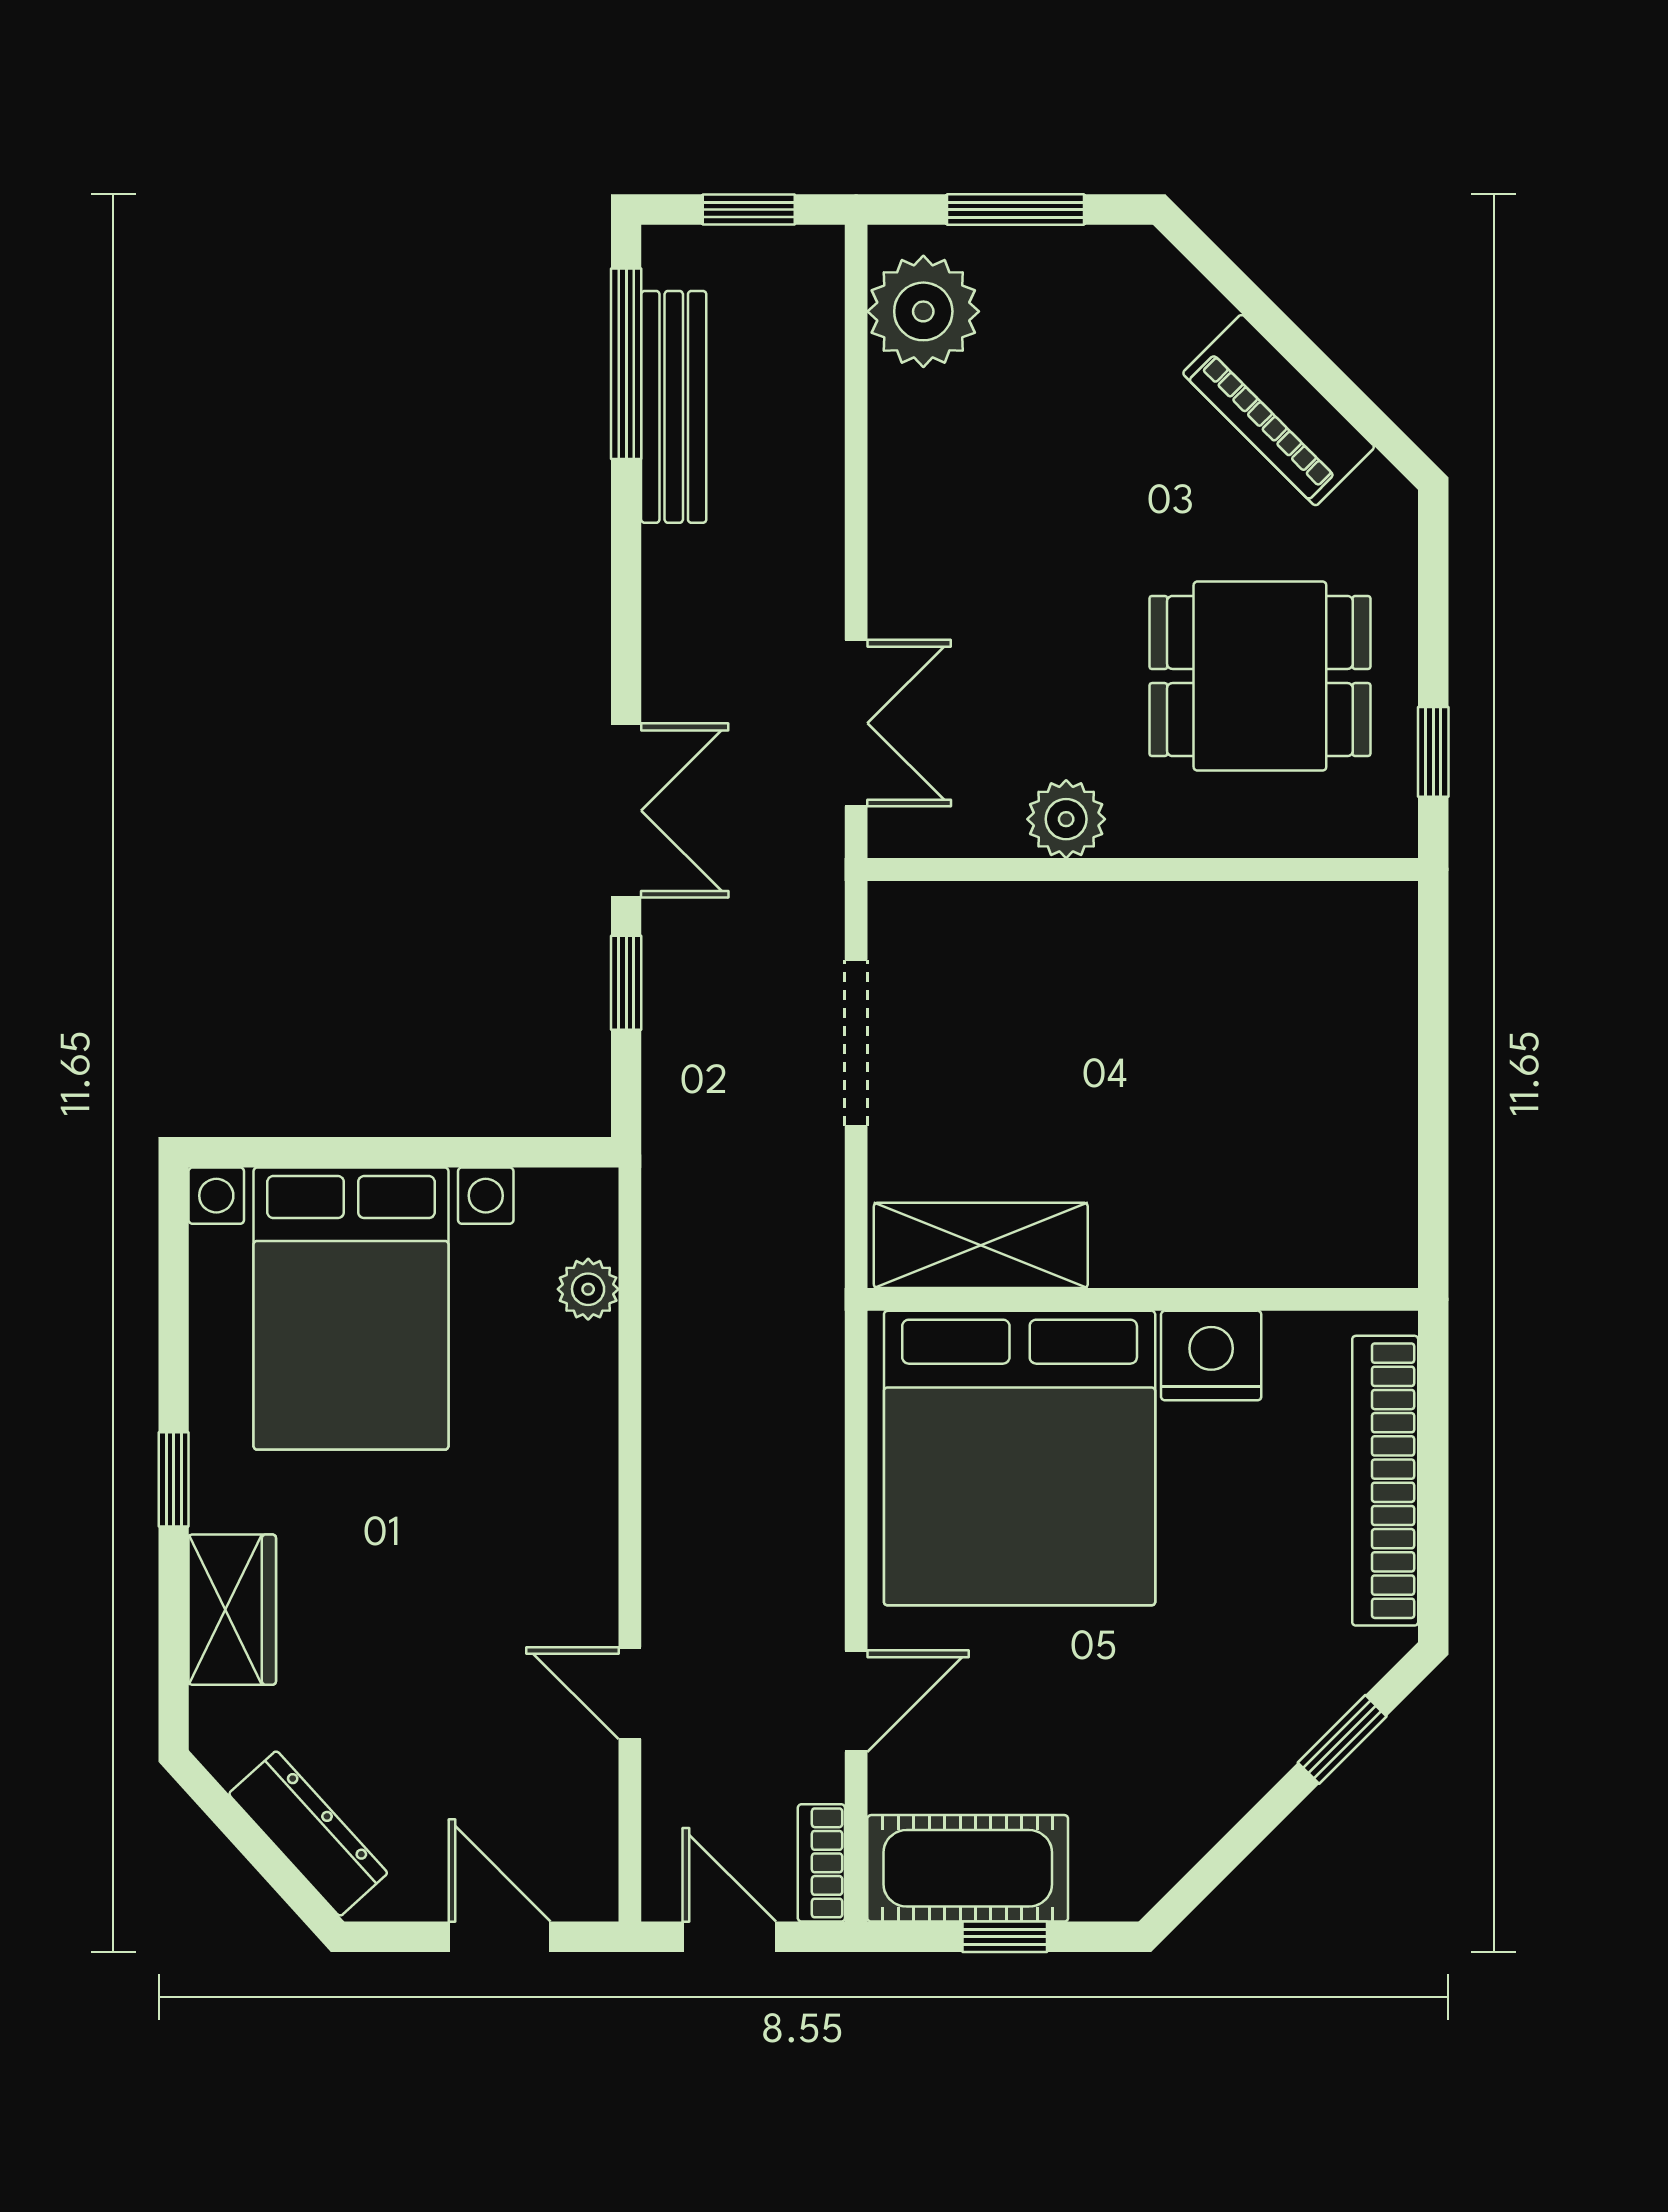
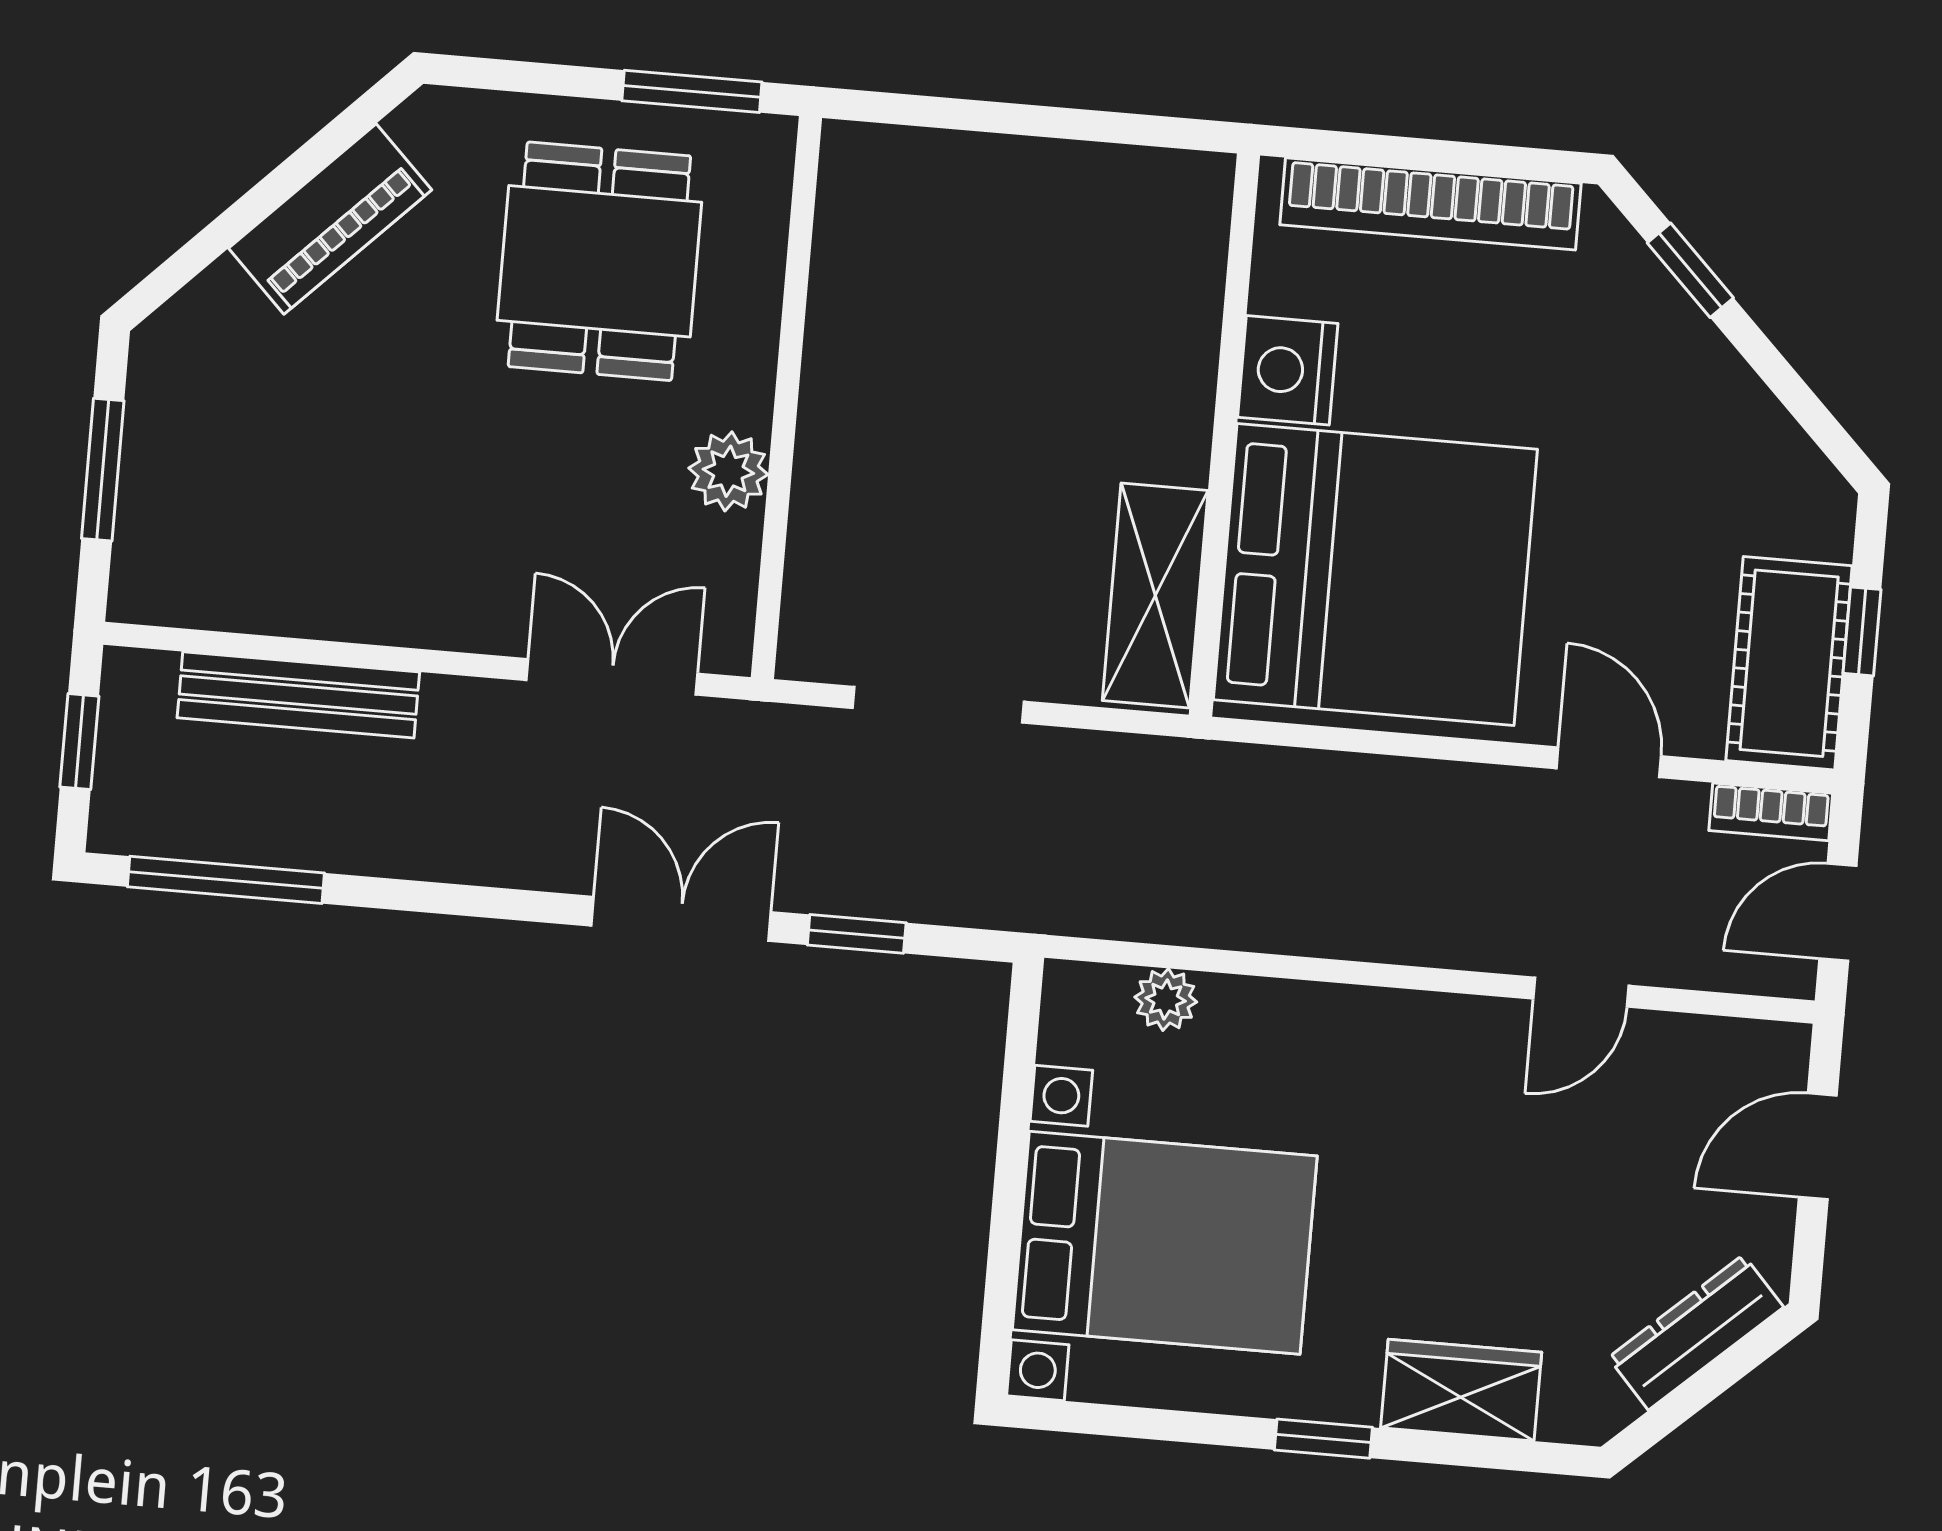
plant: (923, 311) -> (198, 572), removed
bench: (674, 407) -> (298, 695), moved
window: (1433, 752) -> (692, 91), width x1.50

